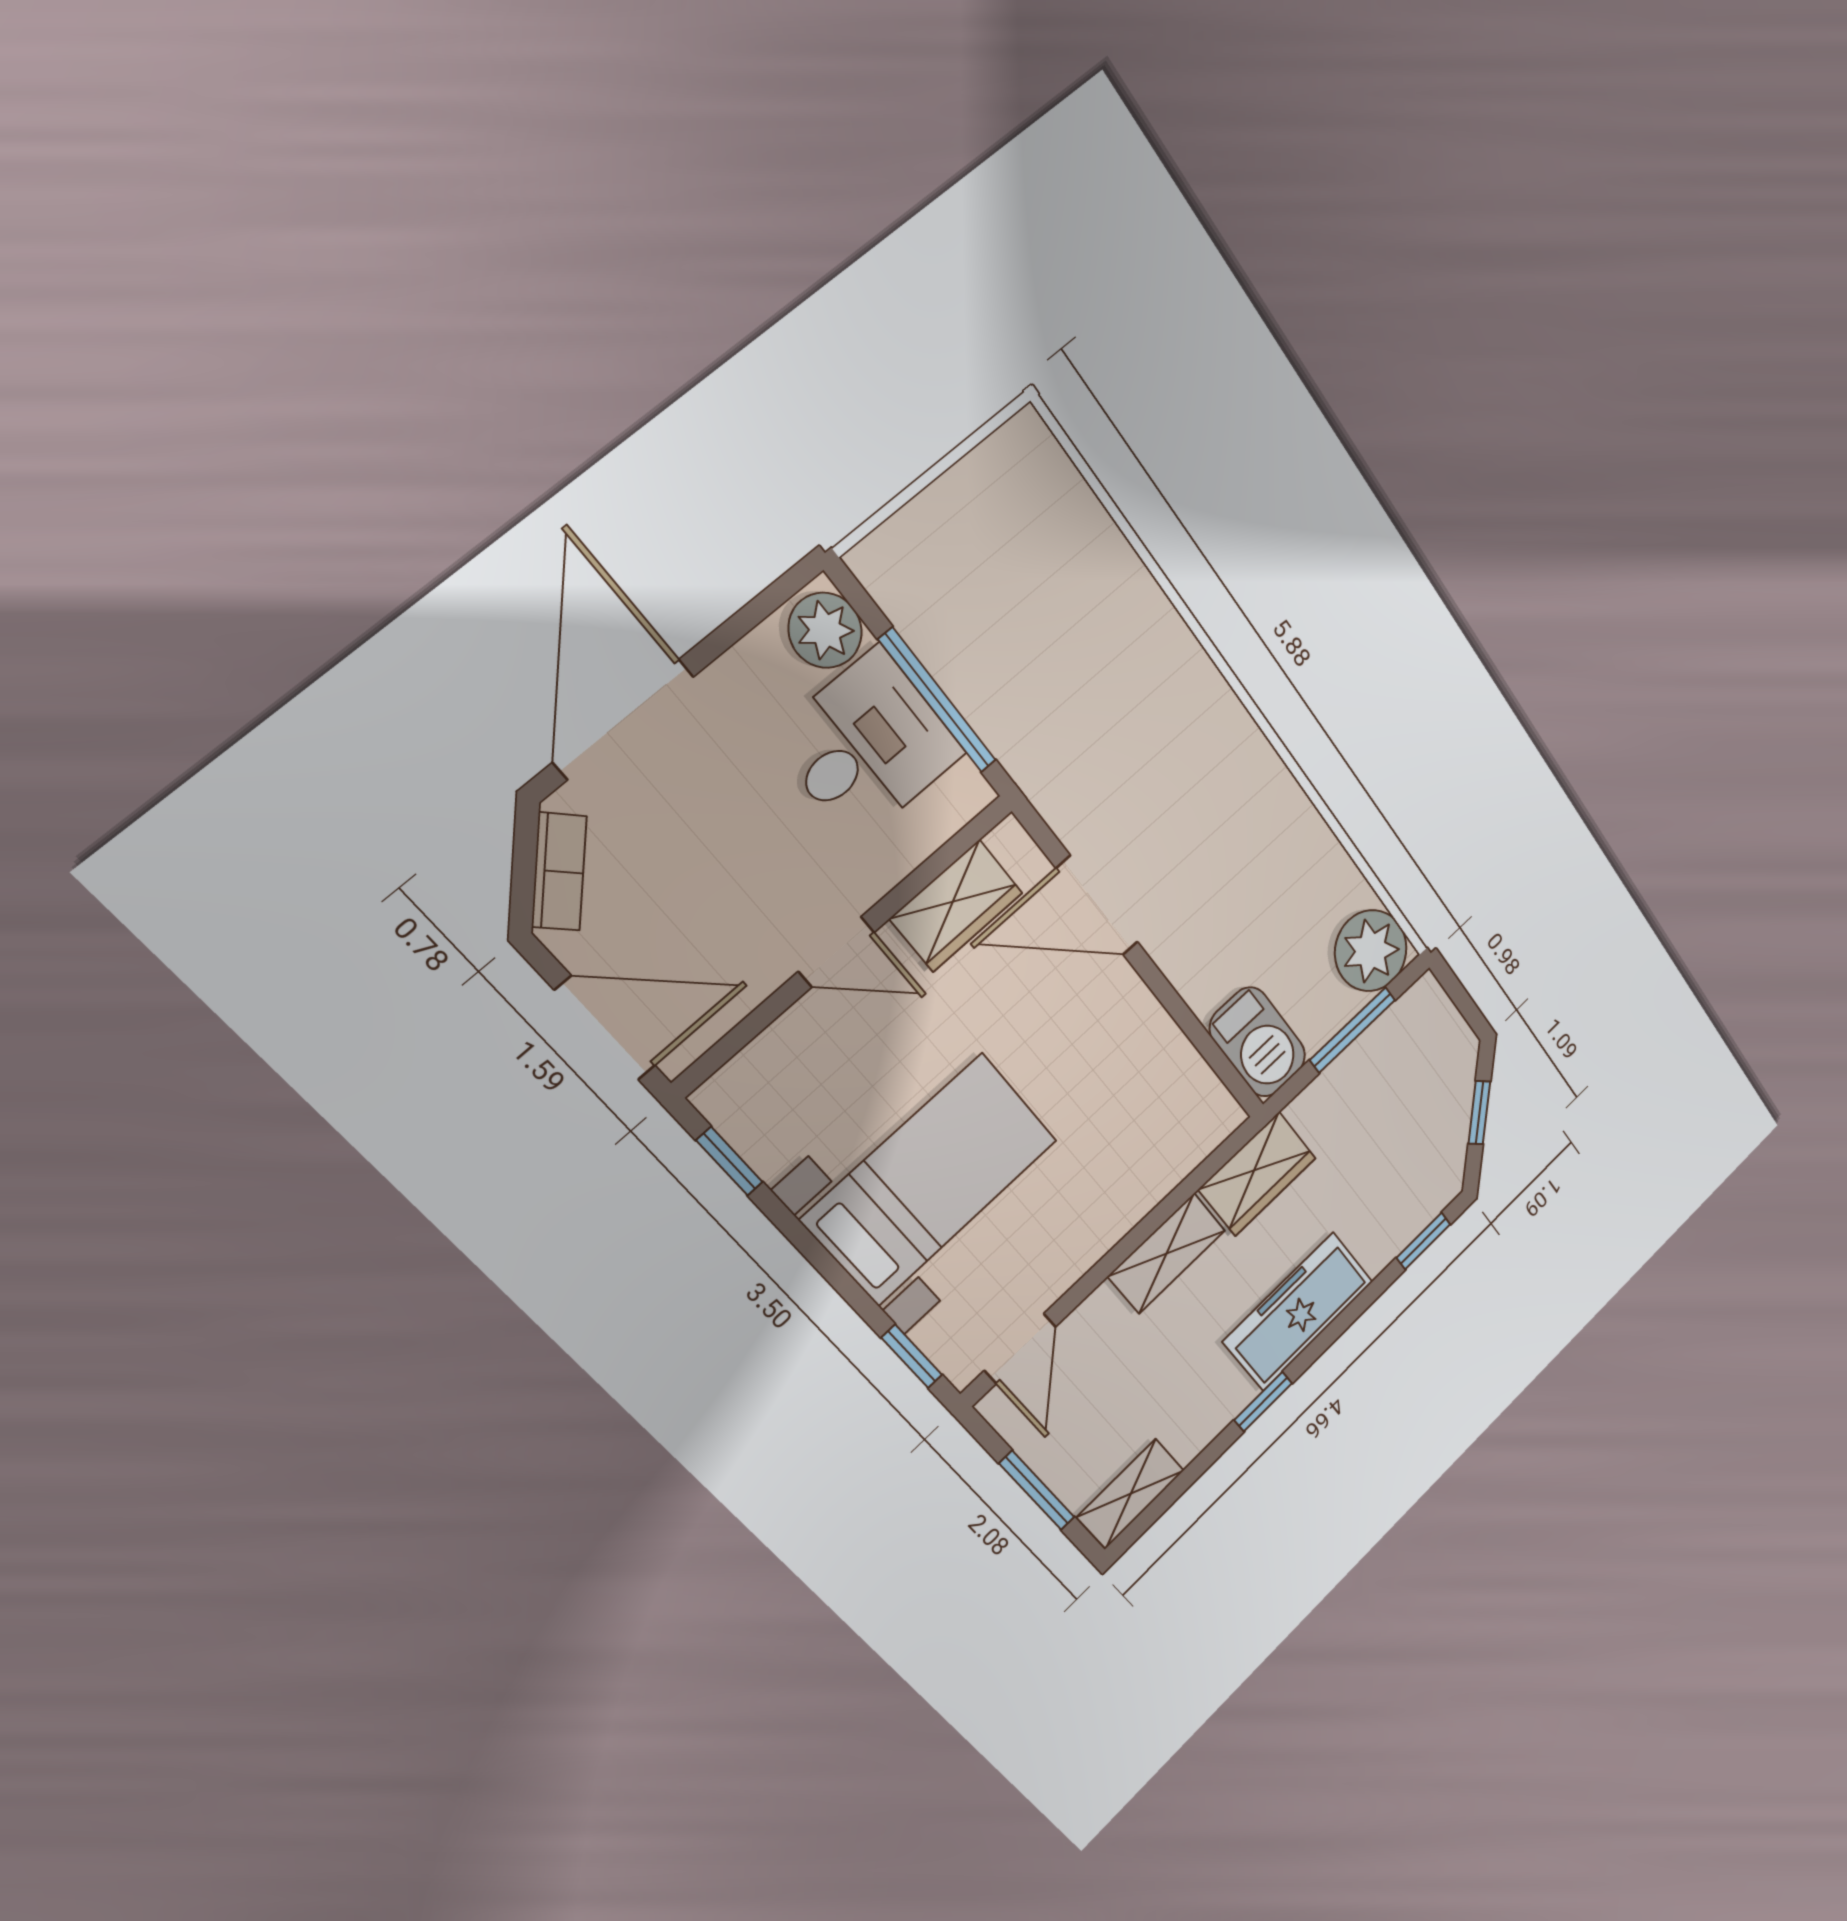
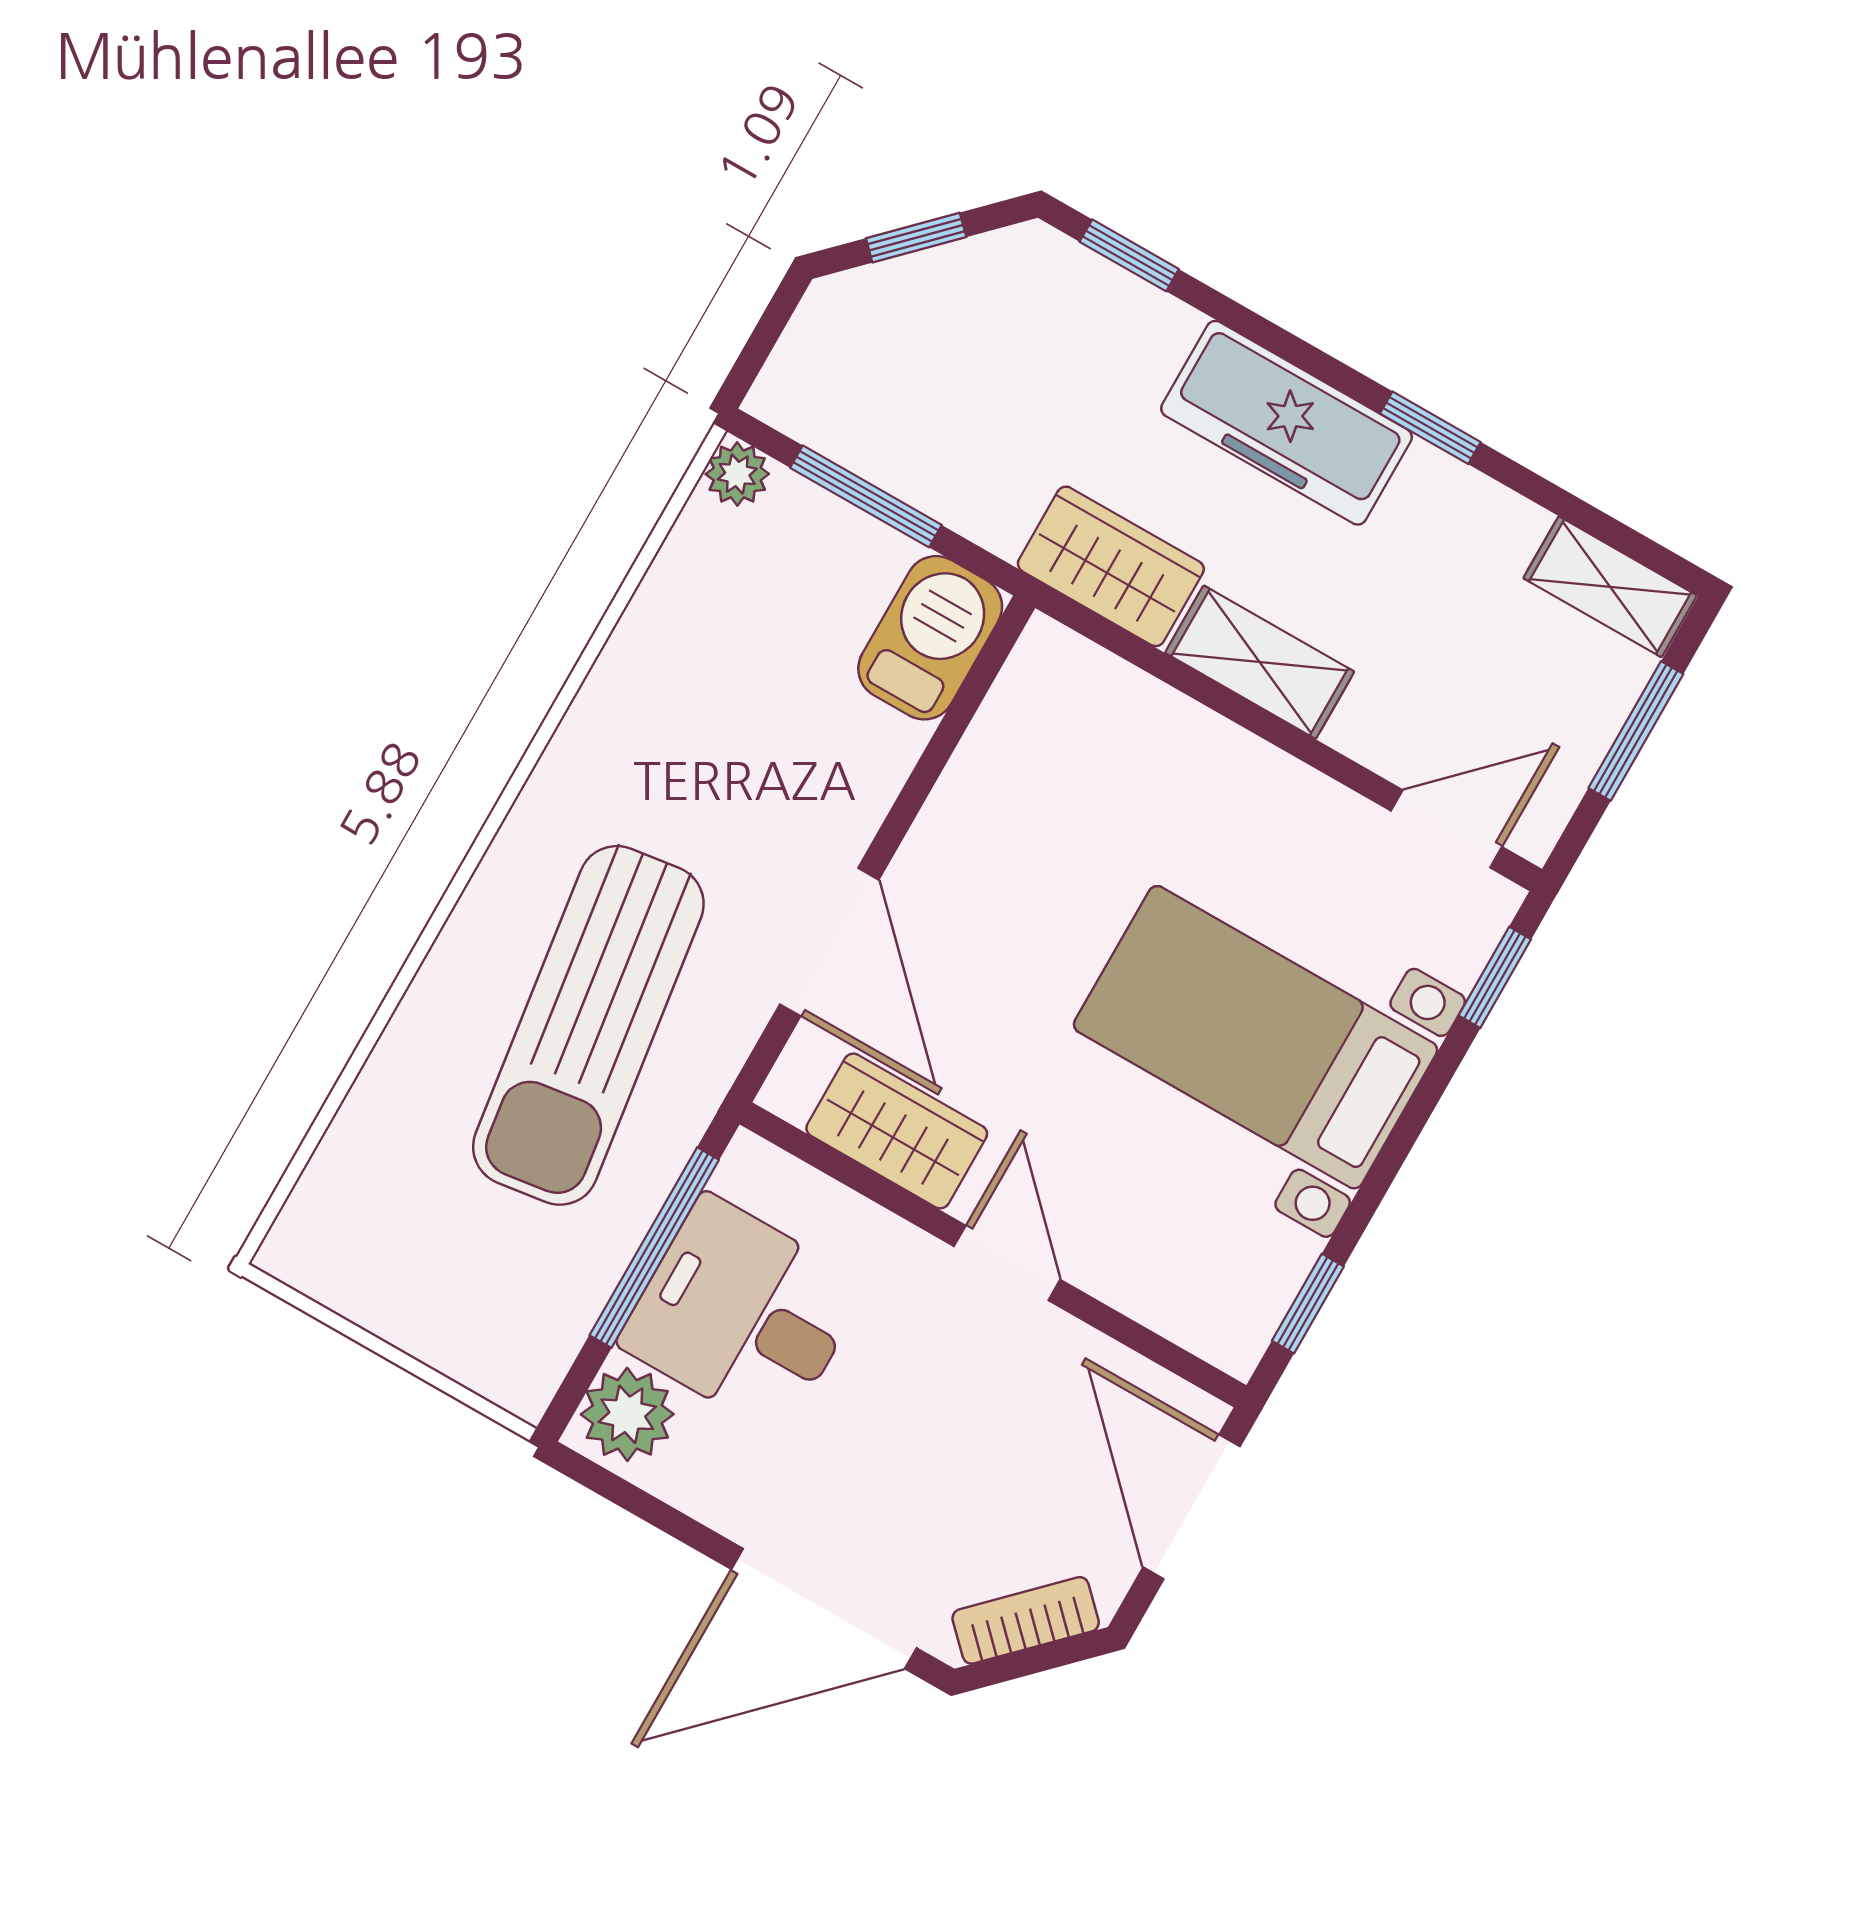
sun lounger: (1103, 717) -> (588, 1025), added
plant: (1371, 951) -> (737, 474), width x0.53, depth x0.53

